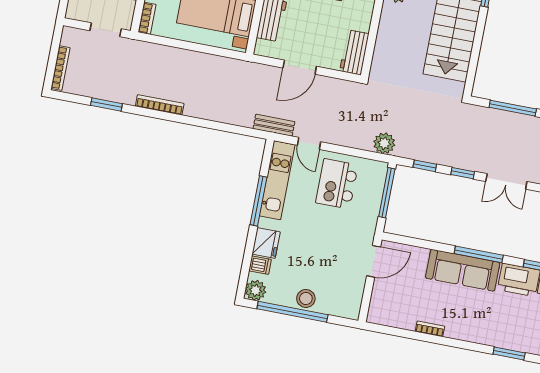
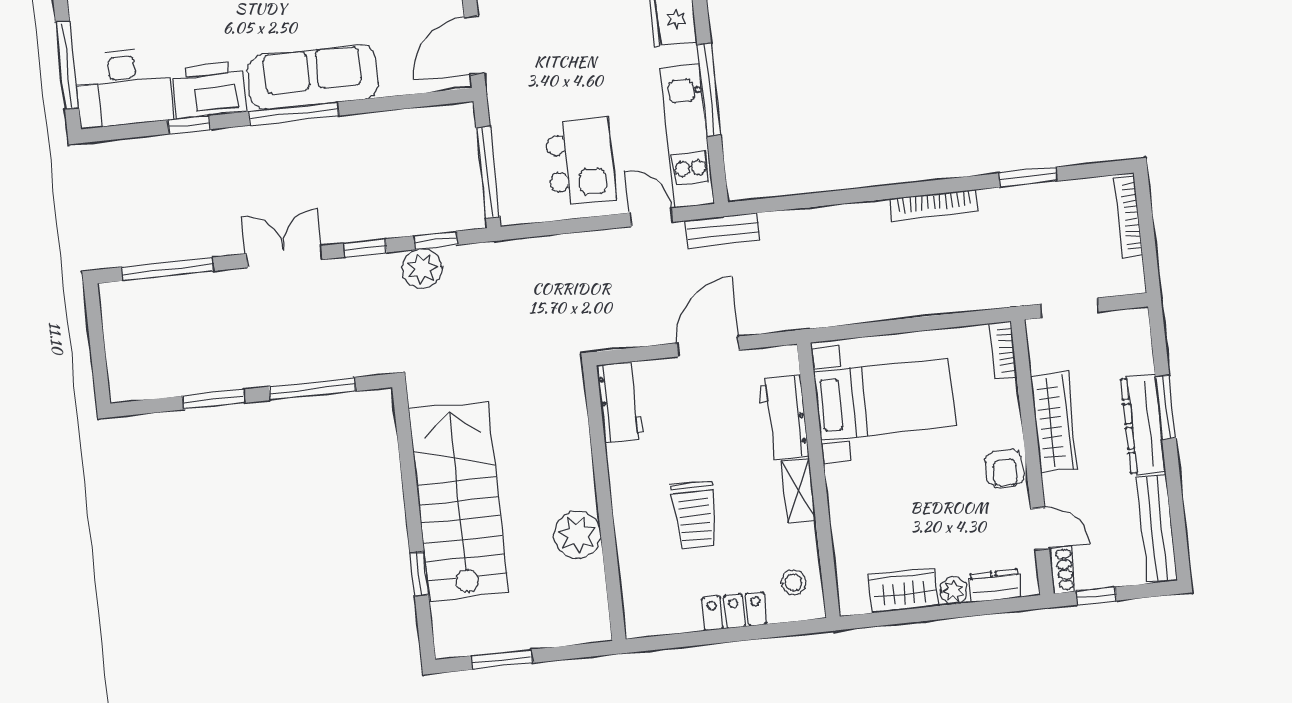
plant: (384, 143) -> (422, 269), moved

